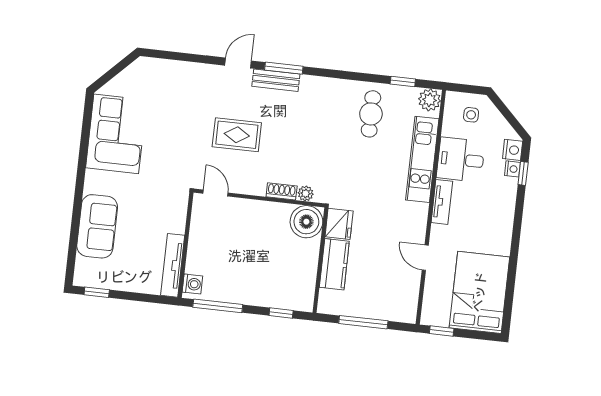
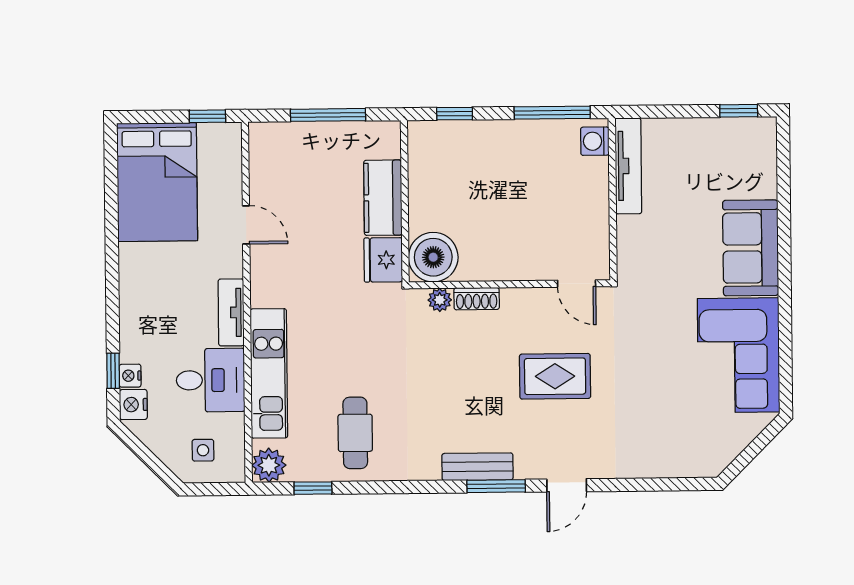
bench: (276, 80) -> (477, 467), moved
sofa: (97, 226) -> (751, 248), moved

